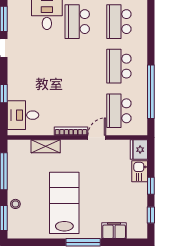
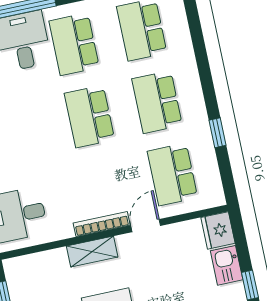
school desk: (77, 66) -> (89, 116), added
window: (151, 92) -> (218, 133), width x0.32
shelving: (46, 146) -> (92, 252), moved

